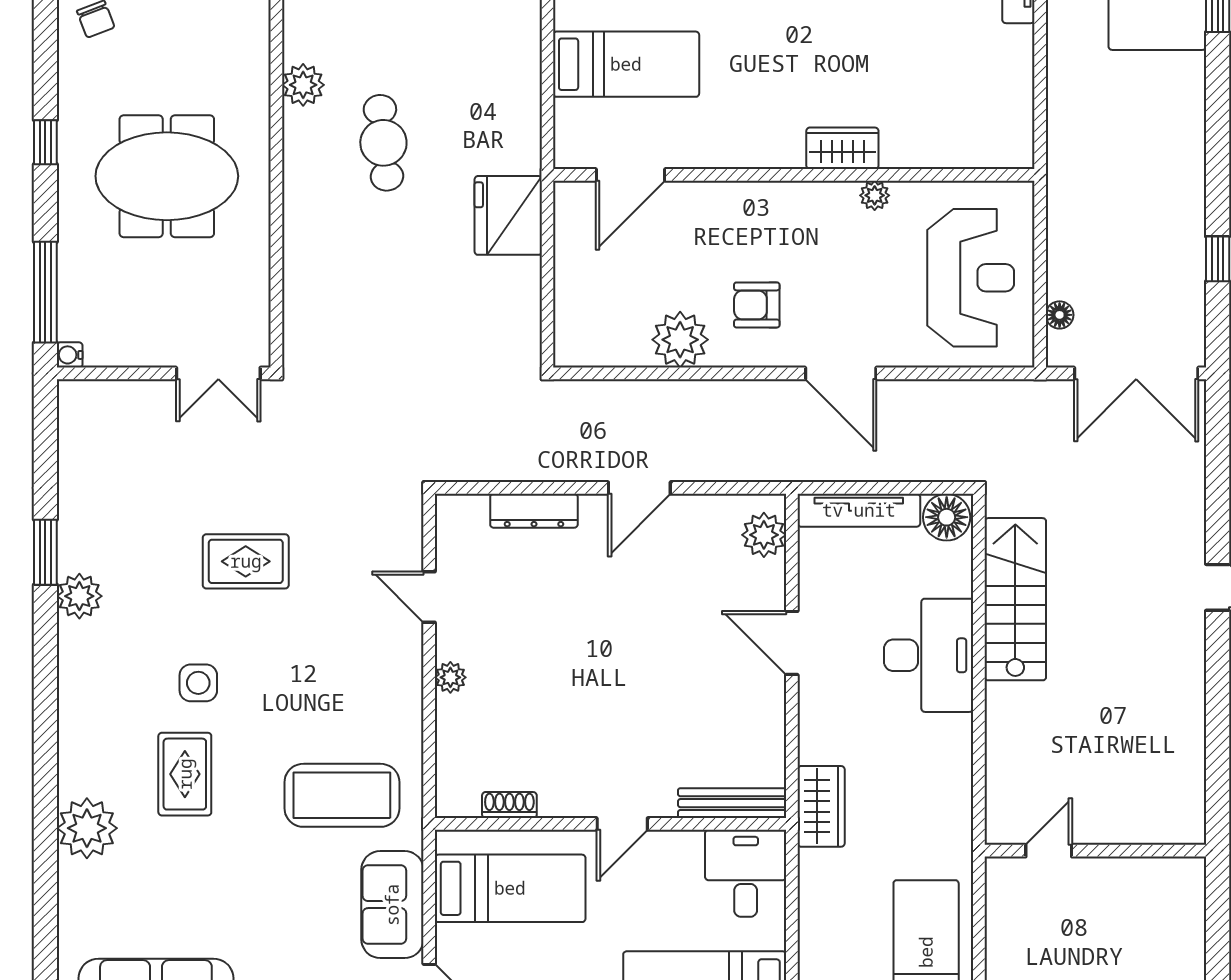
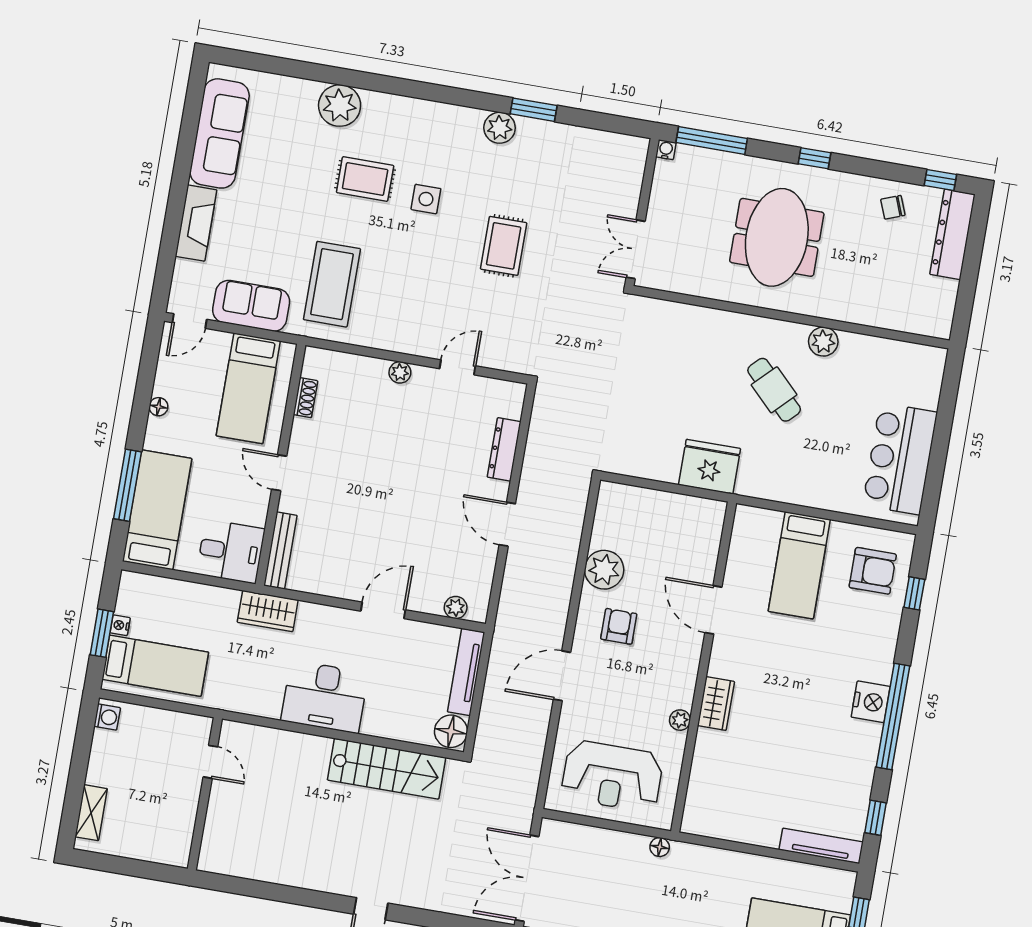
cafe table: (383, 143) -> (774, 390), turned 51
door: (630, 175) -> (713, 610), moved
floor lamp: (1060, 315) -> (660, 847), moved
plant: (764, 535) -> (456, 608), width x0.73, depth x0.73
desk: (929, 655) -> (325, 697), moved

